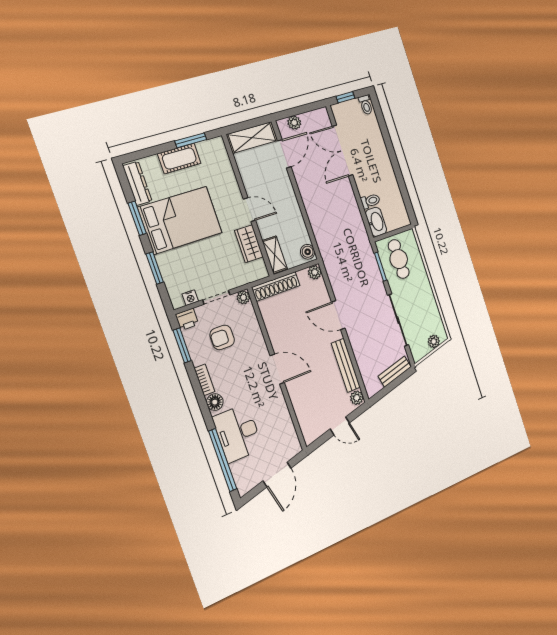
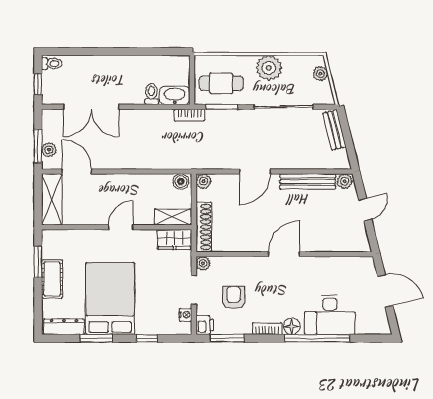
window: (294, 112) -> (38, 146), added
bookcase: (365, 240) -> (189, 115), added
wardrobe: (249, 244) -> (174, 239), moved
window: (155, 268) -> (147, 338), width x0.67
plant: (424, 296) -> (269, 68), added
armchair: (222, 337) -> (234, 298), turned 180
window: (223, 460) -> (317, 338), moved

